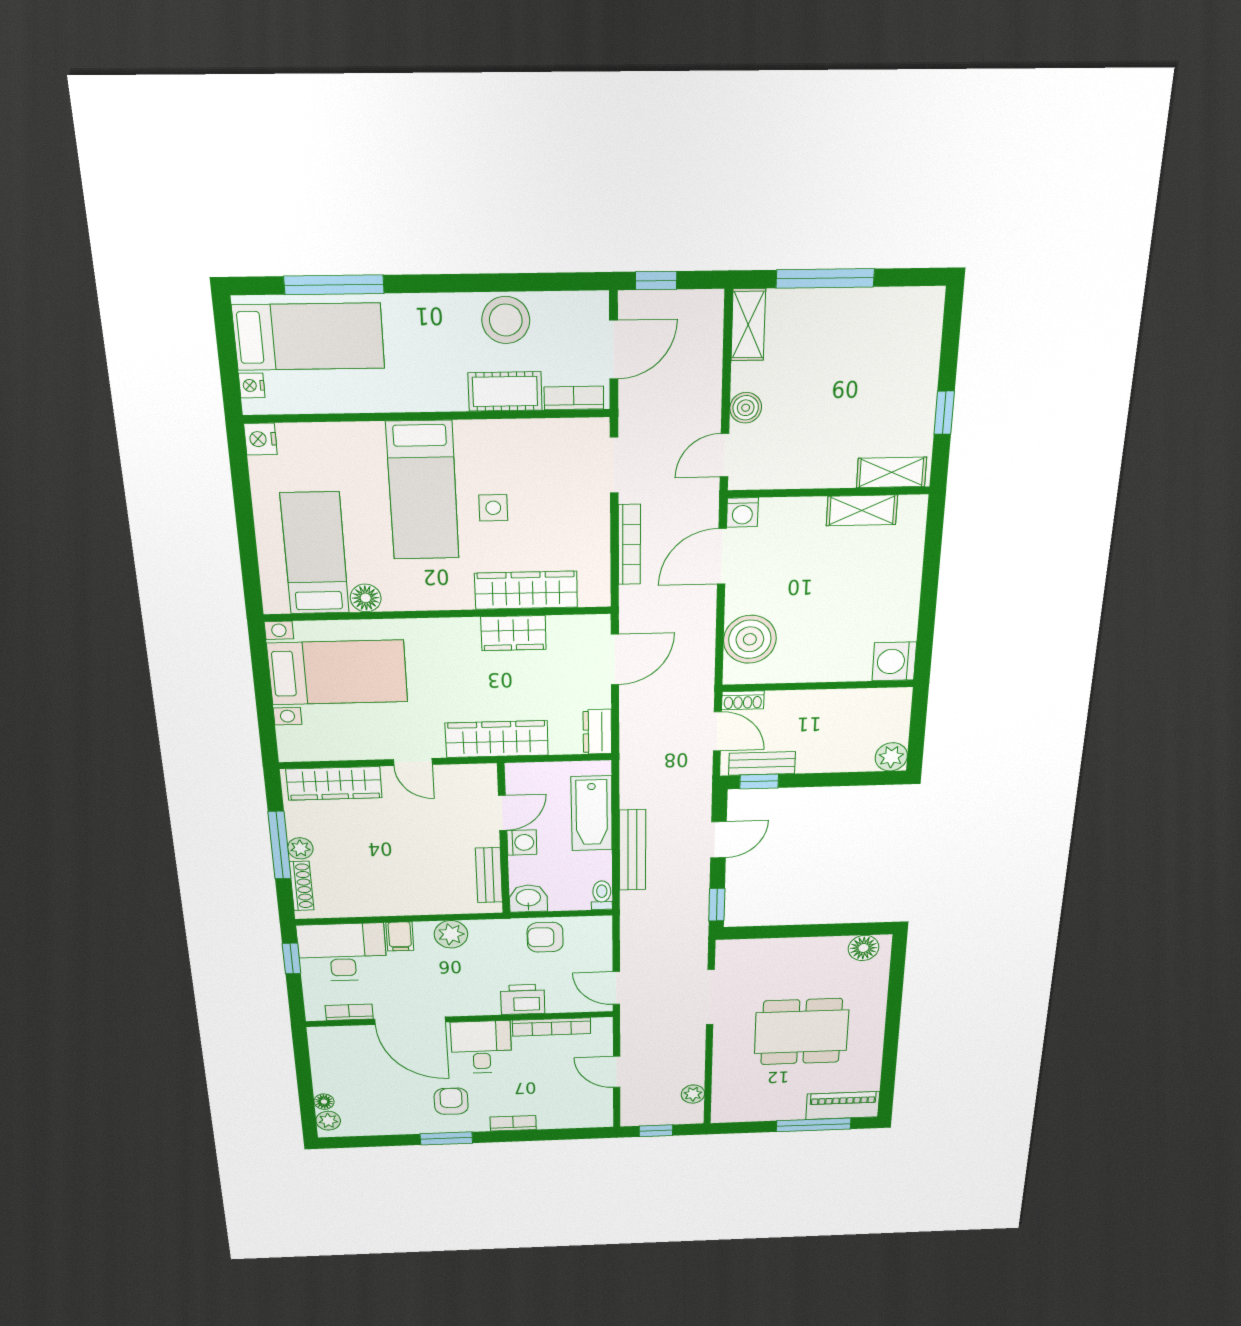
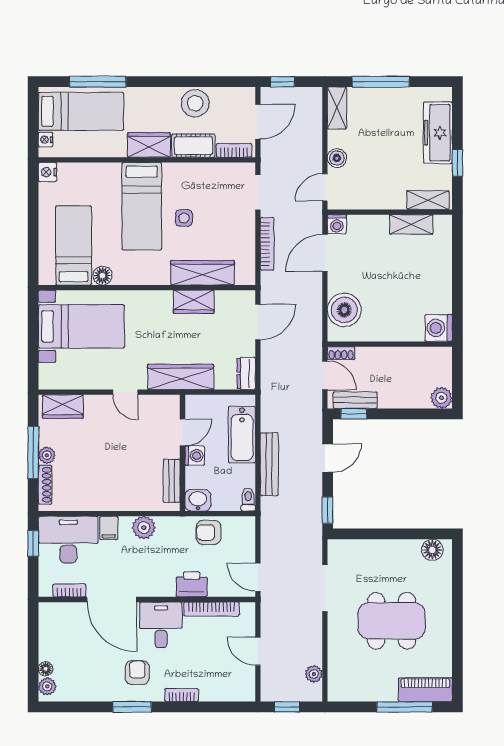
freezer: (916, 363) -> (438, 133), added
wardrobe: (429, 392) -> (149, 145), added
wardrobe: (334, 783) -> (63, 407), width x0.67

